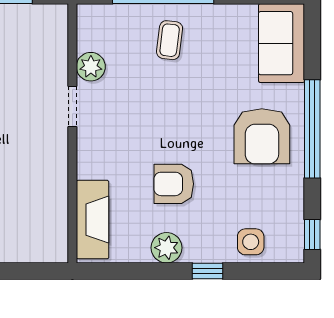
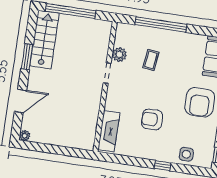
coffee table: (170, 40) -> (151, 60), moved
plant: (167, 248) -> (144, 151), removed

